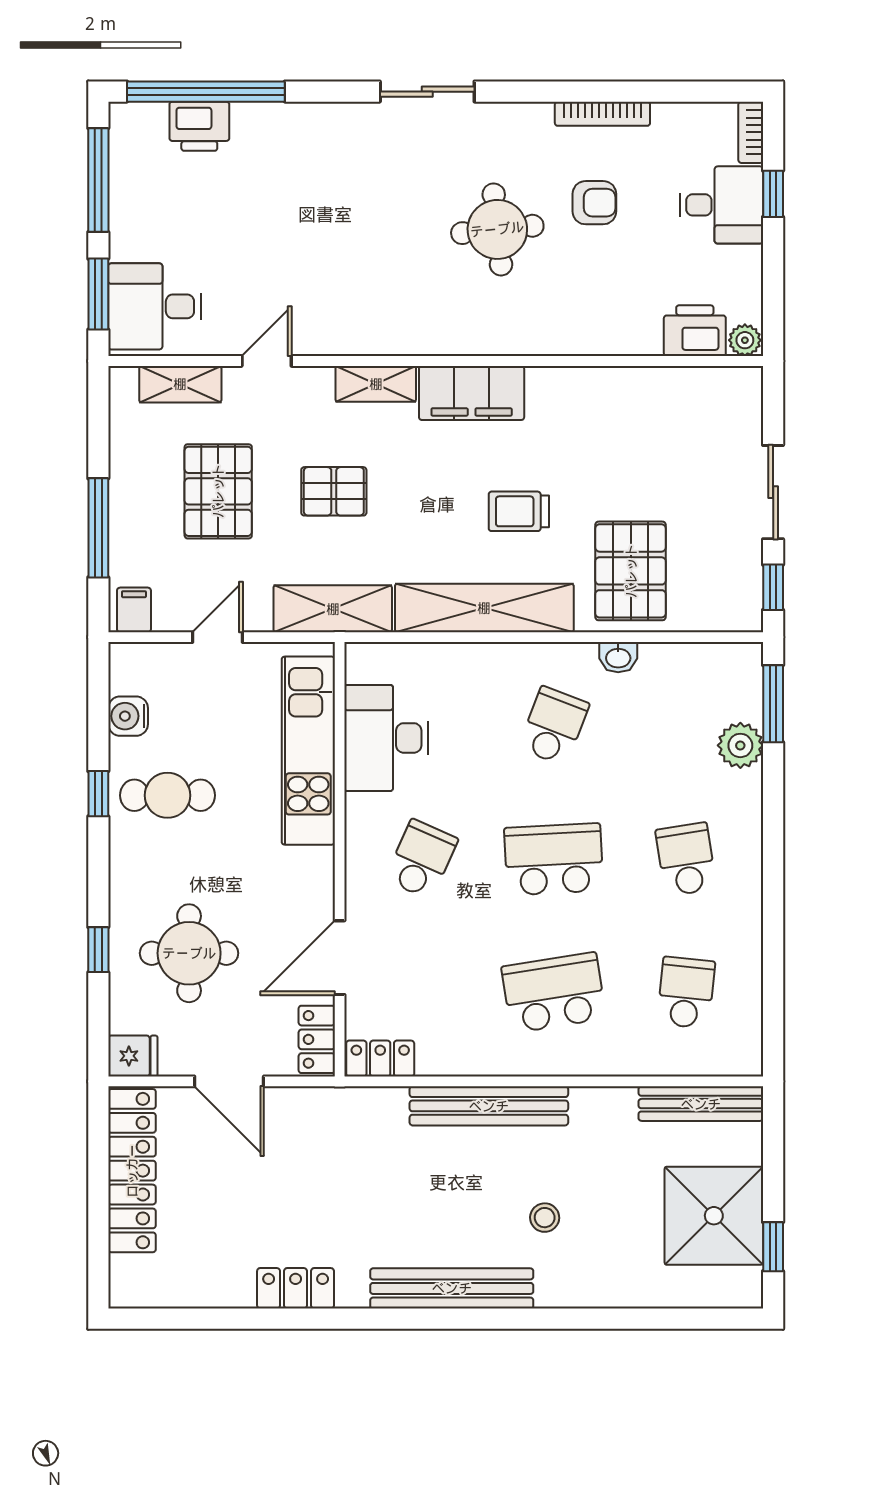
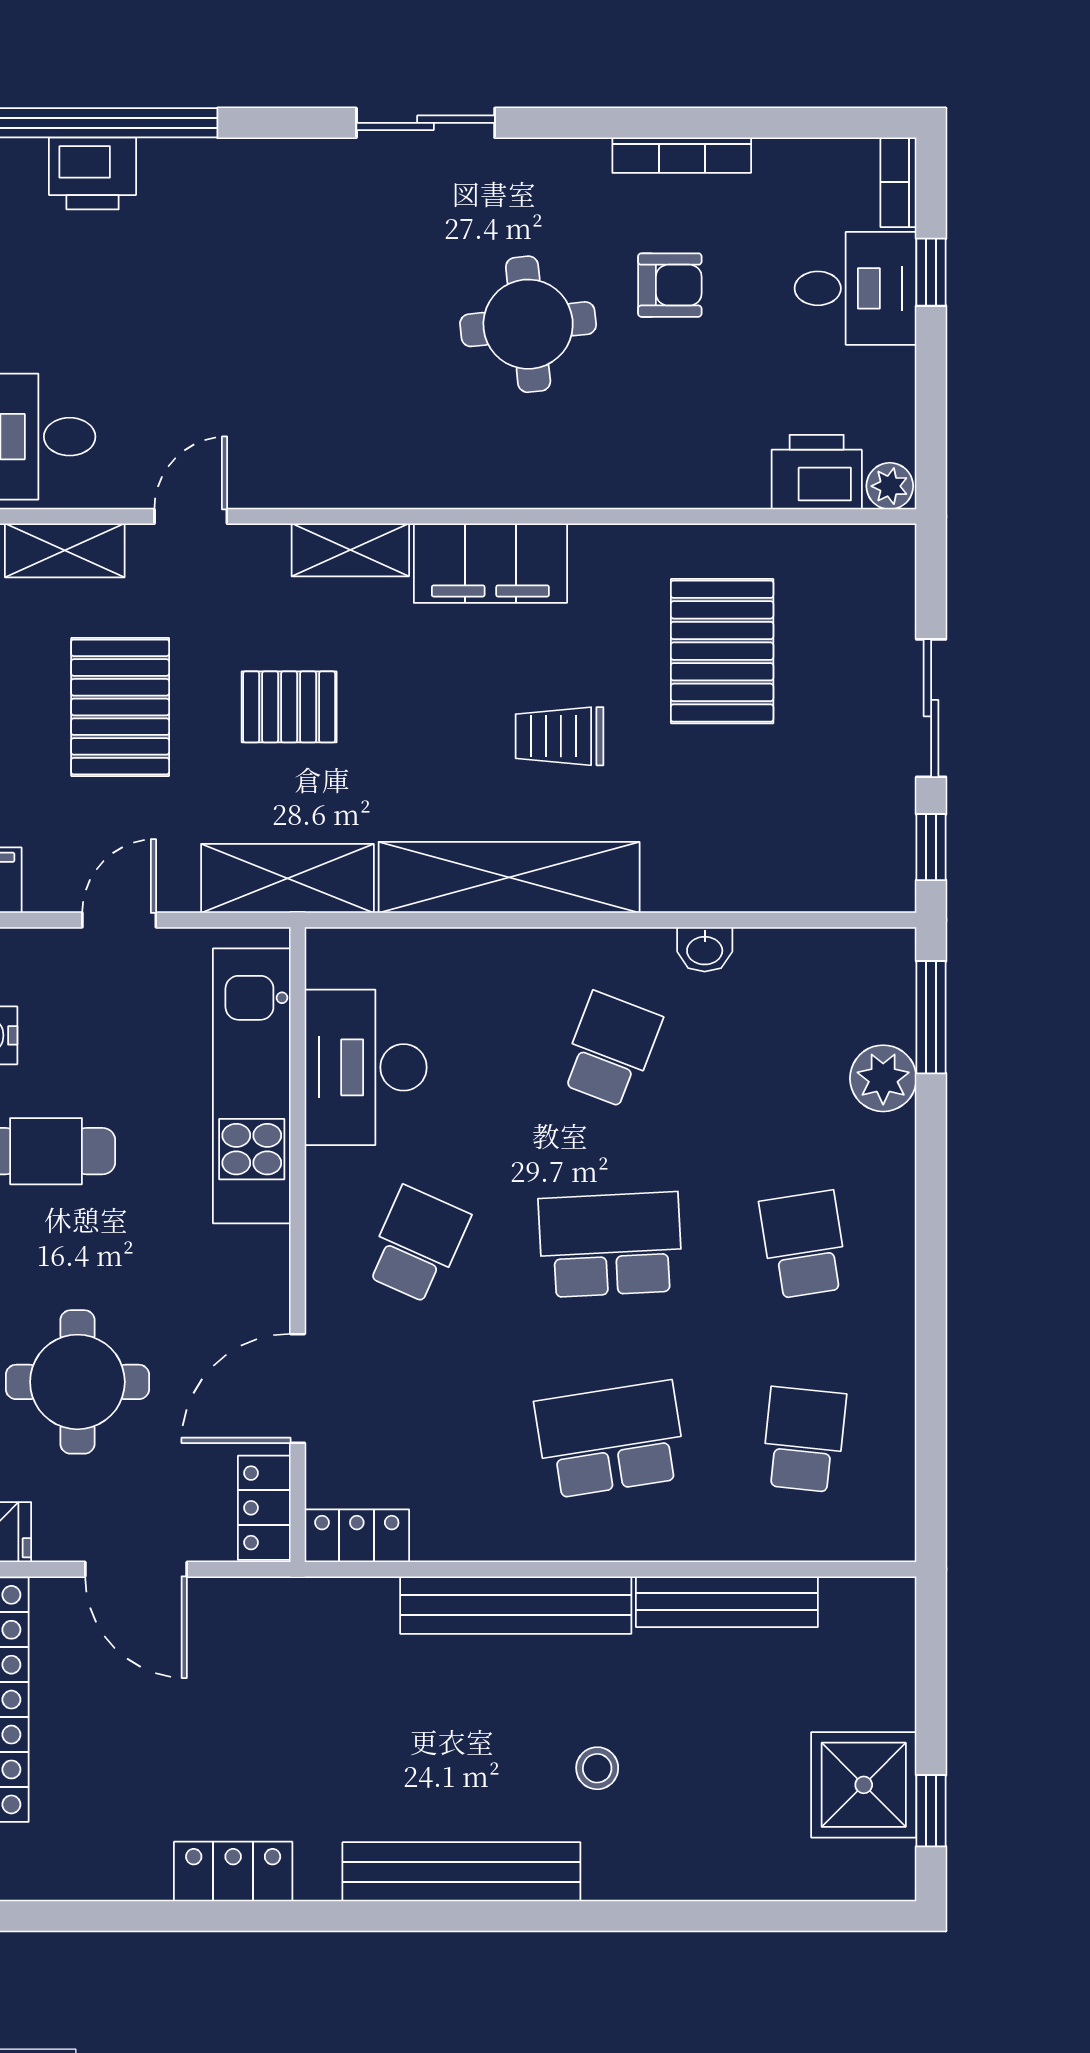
pallet: (631, 571) -> (722, 651), moved
bench: (701, 1104) -> (727, 1602), moved
shower: (714, 1216) -> (864, 1785), width x0.73, depth x0.73

